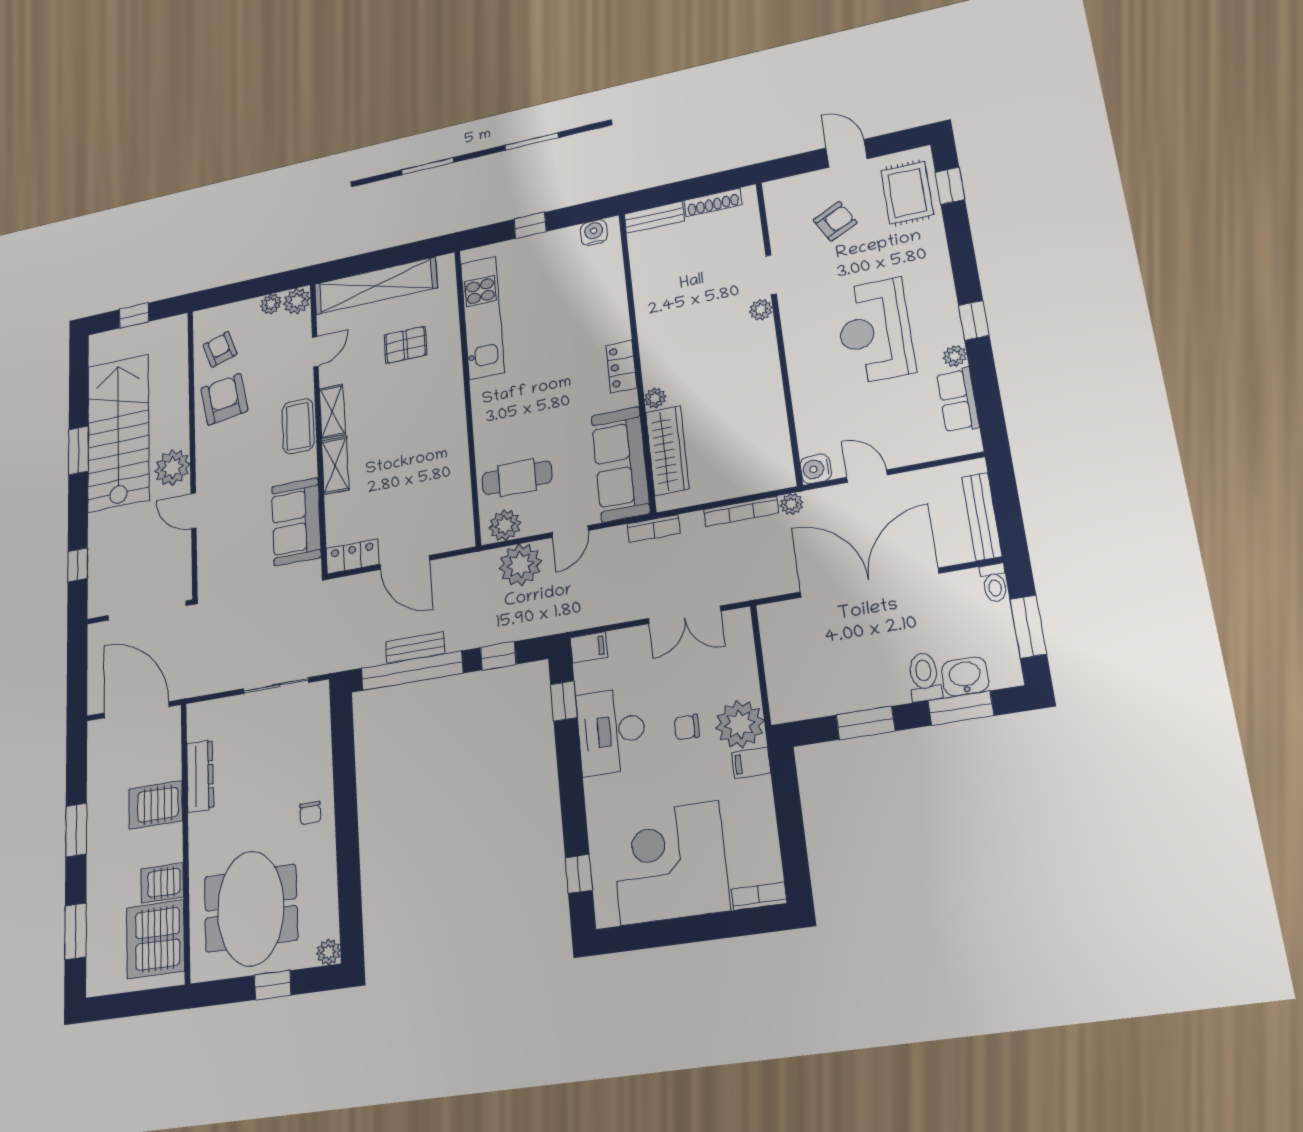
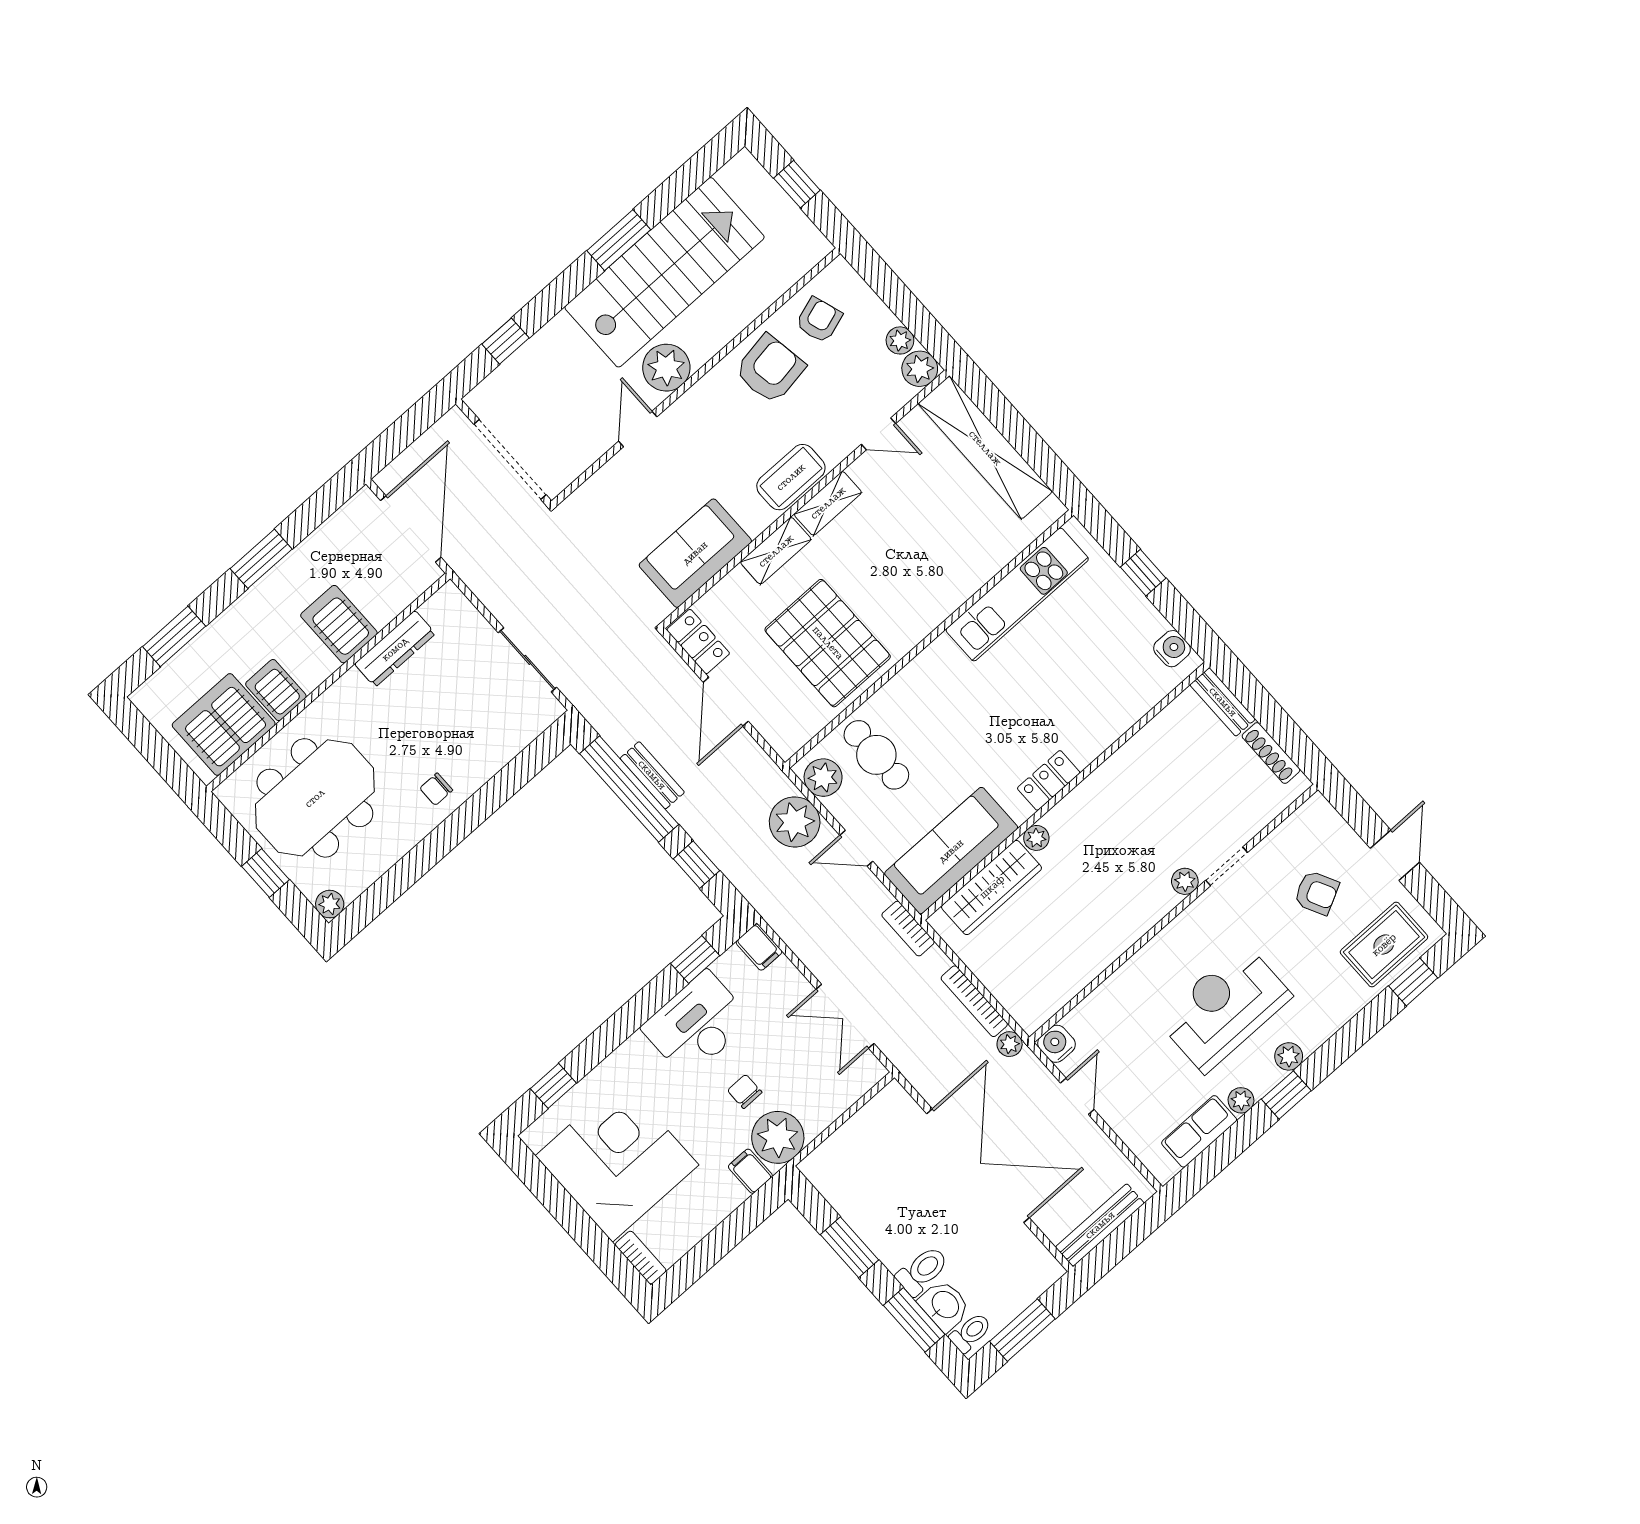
plant: (945, 303) -> (1289, 1056), added
pallet: (405, 345) -> (828, 643), moved, width x2.05, depth x2.00
toilet: (994, 583) -> (971, 1333), moved, turned 180

